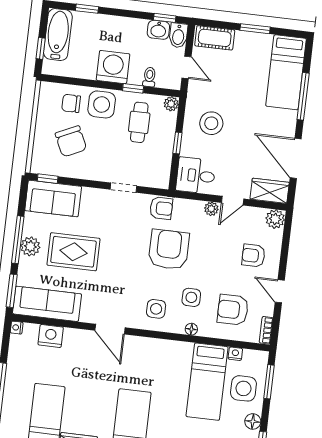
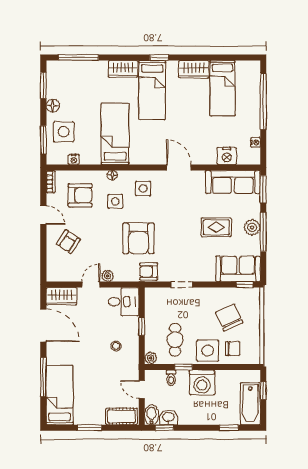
stool: (211, 123) -> (116, 346), width x0.53, depth x0.53
plant: (275, 219) -> (54, 274), removed
rug: (73, 252) -> (216, 227), width x0.73, depth x0.70
armchair: (253, 256) -> (68, 242), turned 124
nightstand: (17, 328) -> (255, 142), moved
bed: (207, 382) -> (115, 134), moved

